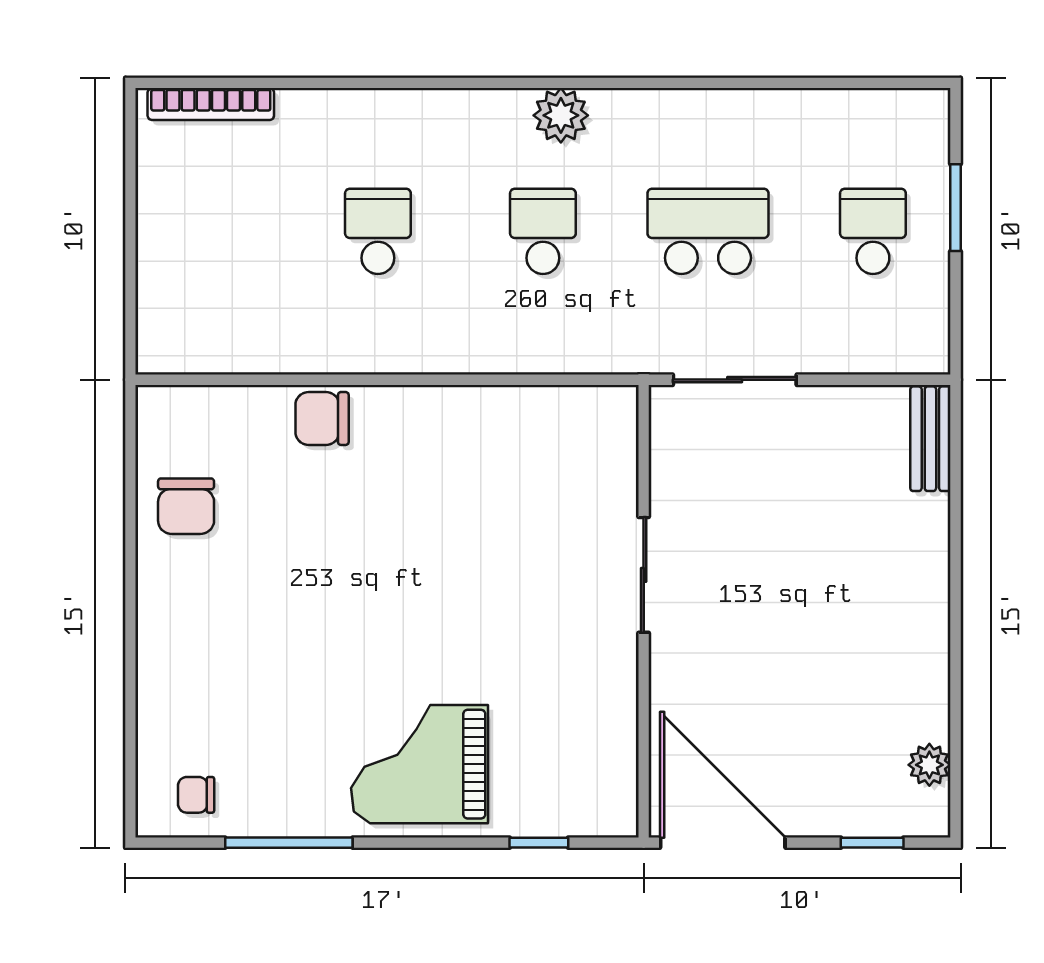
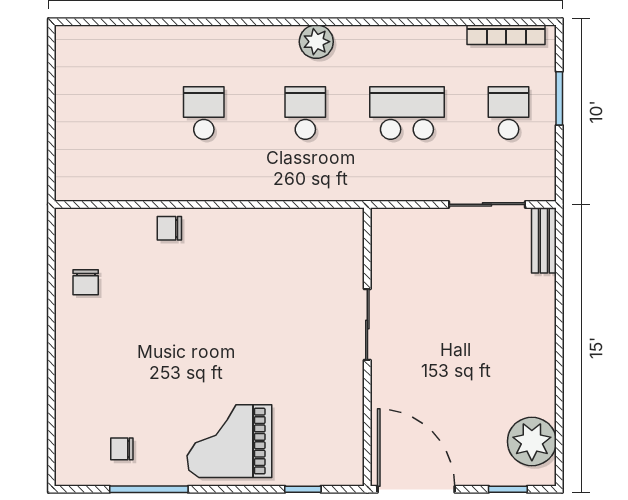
bookcase: (211, 104) -> (506, 35), moved
sliding door: (735, 380) -> (487, 204), moved
chair: (322, 418) -> (169, 228), width x0.73, depth x0.73
chair: (186, 506) -> (86, 282), width x0.73, depth x0.73
plant: (929, 765) -> (532, 441), width x1.87, depth x1.87
chair: (196, 795) -> (122, 449), moved

